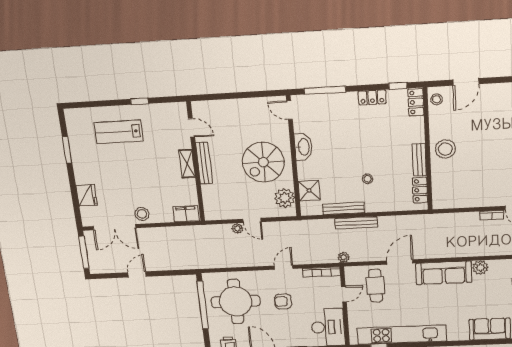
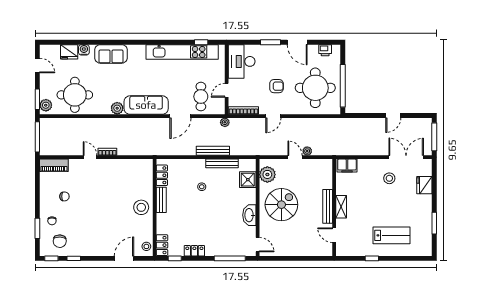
stool: (142, 214) -> (389, 178), moved

